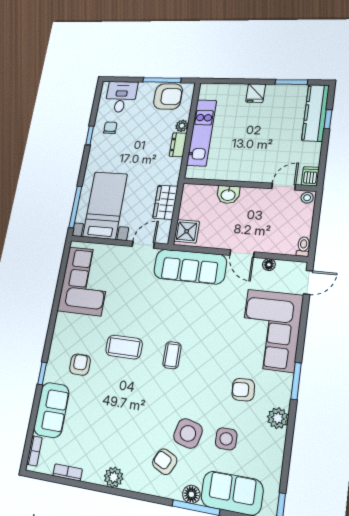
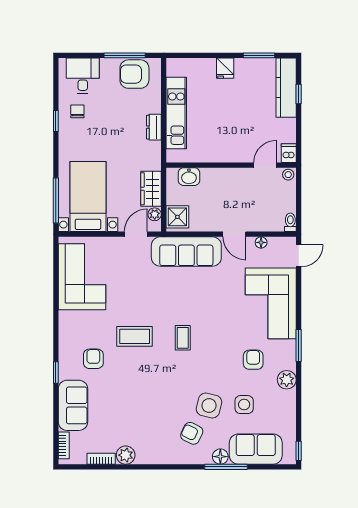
armchair: (168, 96) -> (134, 74), turned 180
plant: (182, 126) -> (155, 214), moved
washbasin: (228, 195) -> (189, 177), moved
armchair: (243, 390) -> (253, 360), turned 94
plant: (114, 477) -> (126, 455), moved

